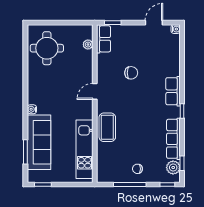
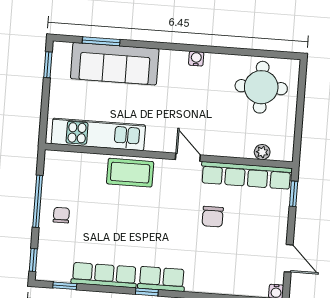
row of seats: (103, 39) -> (246, 175), width x2.02
row of seats: (173, 91) -> (162, 279), moved
water cooler: (32, 109) -> (196, 59), moved
plant: (173, 168) -> (59, 271), removed

